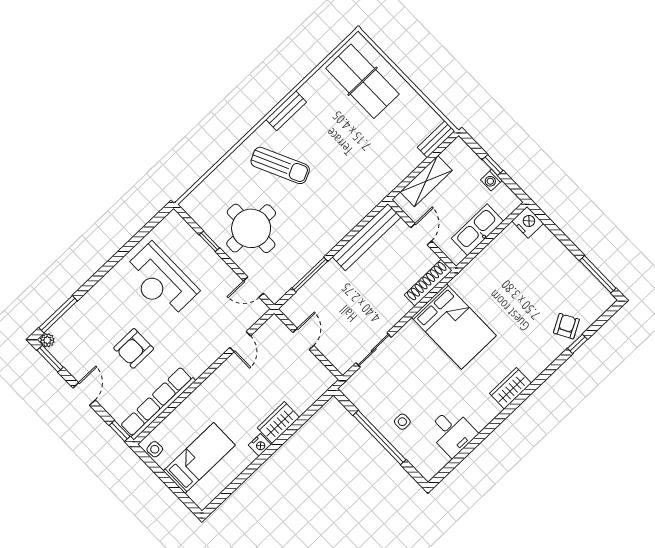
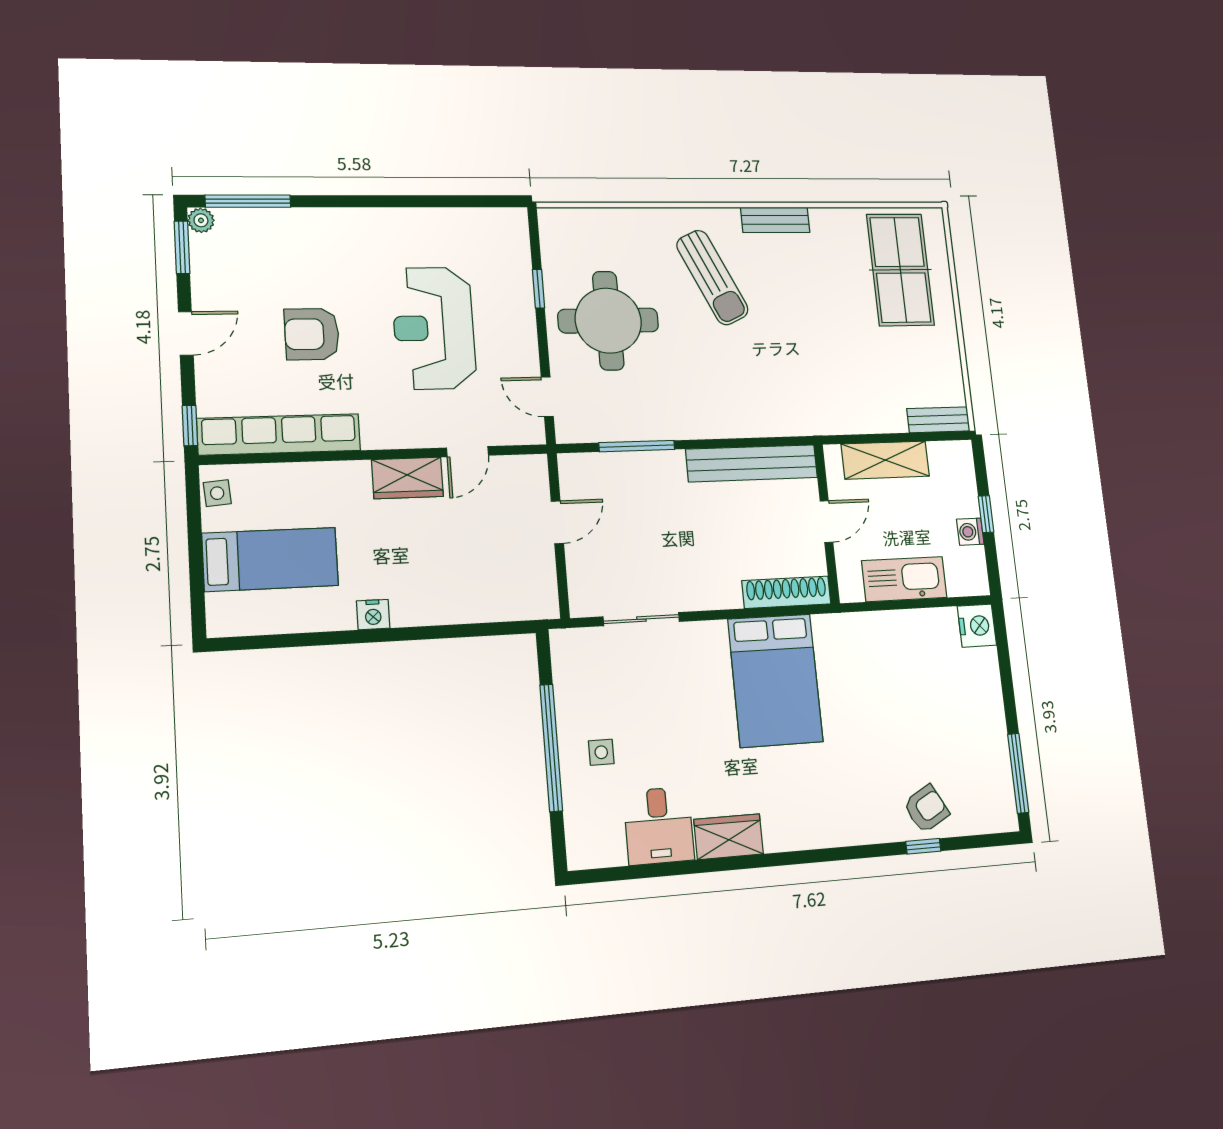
reception desk: (160, 281) -> (434, 328), moved
wardrobe: (510, 388) -> (729, 837), moved
wardrobe: (278, 423) -> (407, 478), moved, turned 180

